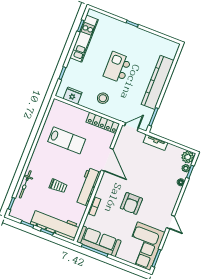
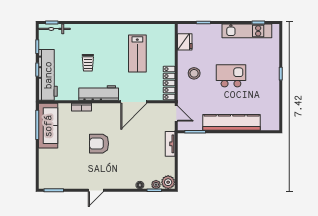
bicycle: (25, 184) -> (54, 29), moved
corner sofa: (144, 246) -> (61, 173), removed

